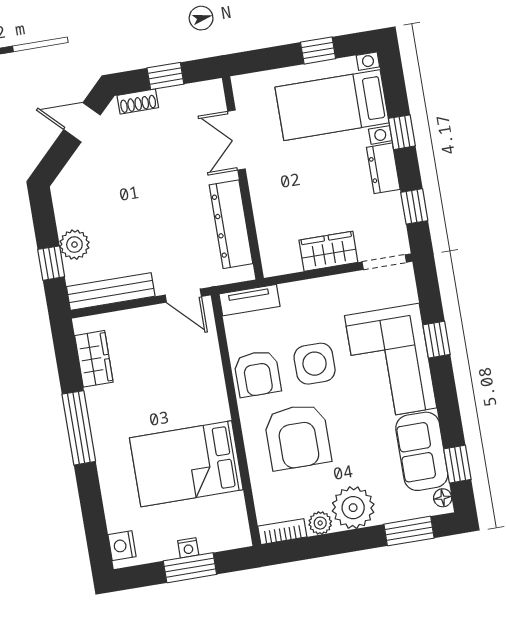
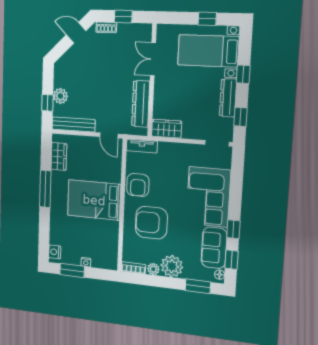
dresser: (383, 168) -> (228, 98), width x1.44
wardrobe: (328, 251) -> (167, 129), moved
window: (437, 340) -> (233, 229), moved
side table: (315, 364) -> (168, 188), removed
armchair: (298, 437) -> (151, 223), turned 90
bed: (186, 464) -> (94, 200), moved
window: (190, 568) -> (72, 270), moved

